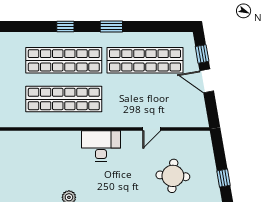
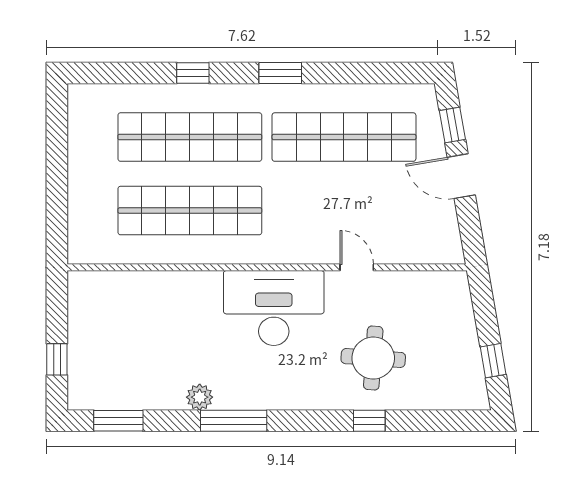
door: (152, 129) -> (357, 267), swing flipped
desk: (101, 146) -> (274, 308), width x1.36, depth x1.30
round table: (173, 176) -> (373, 358), moved

